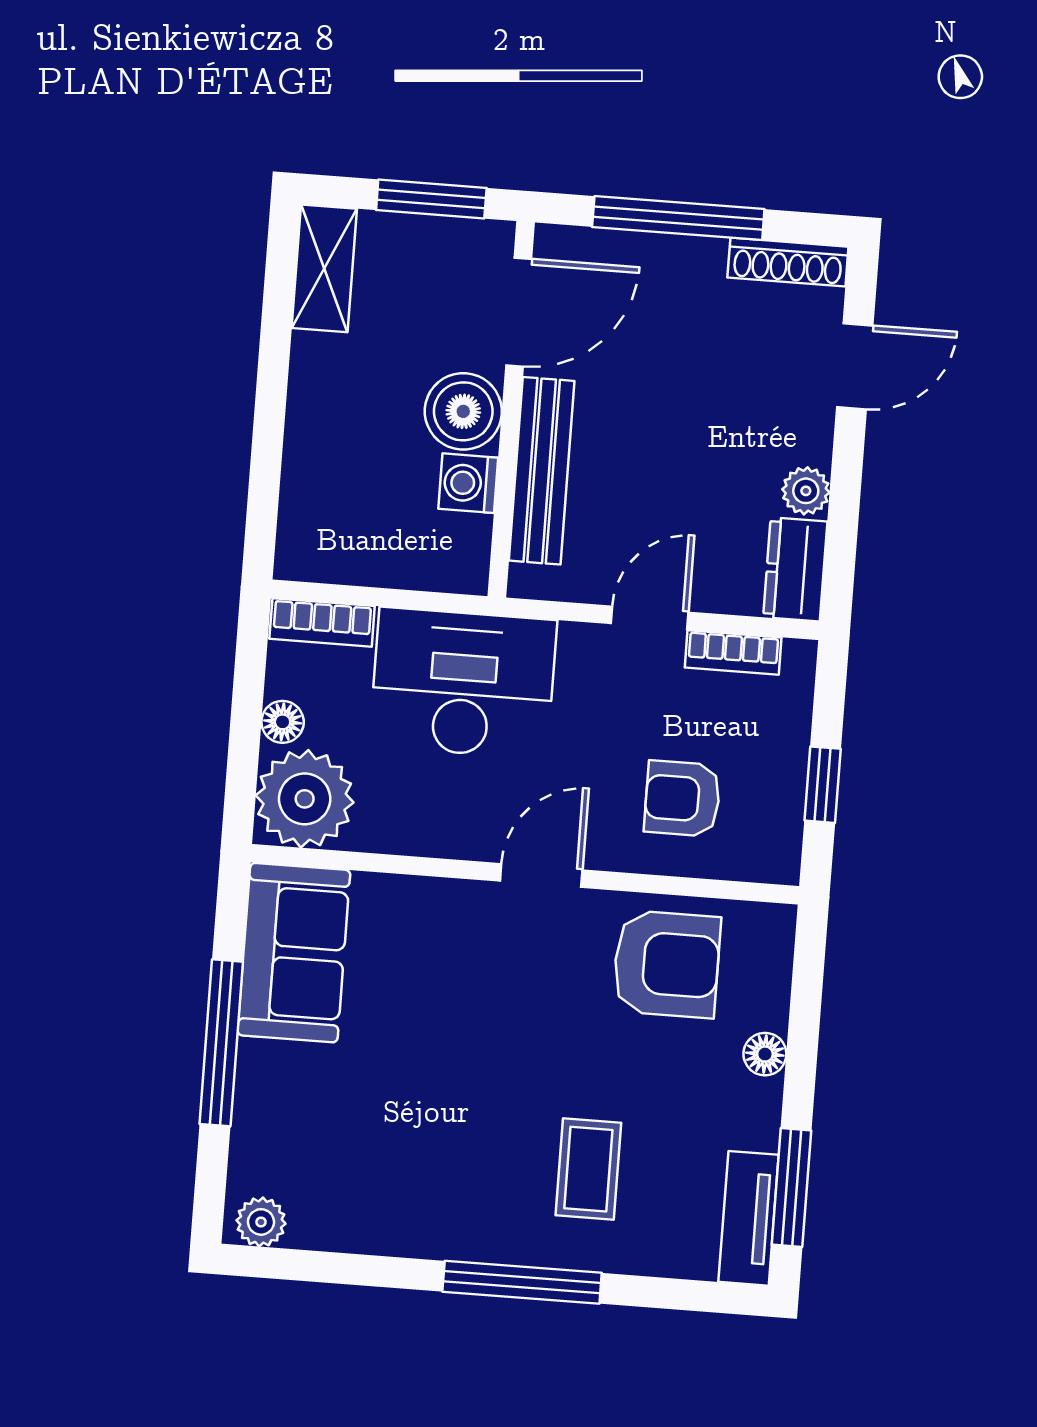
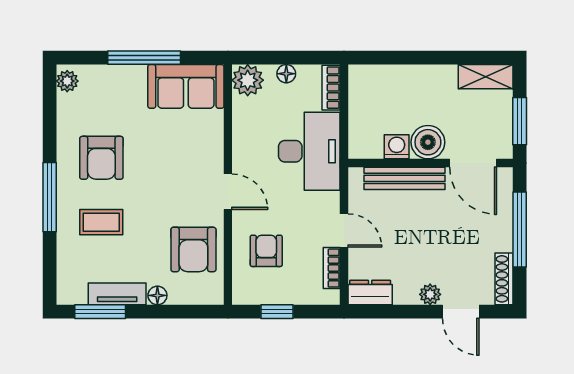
plant: (806, 491) -> (430, 294), moved
plant: (305, 799) -> (248, 80), width x0.73, depth x0.73
armchair: (442, 1157) -> (101, 158), added
tv unit: (749, 1218) -> (117, 294), moved

